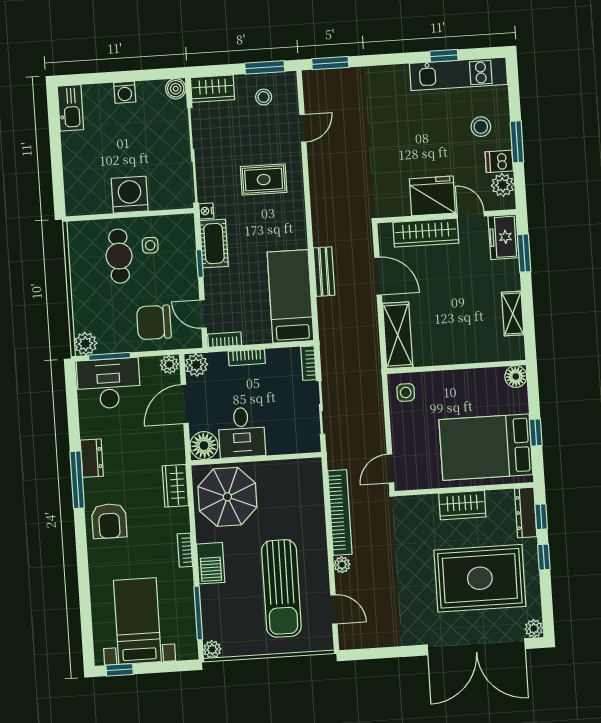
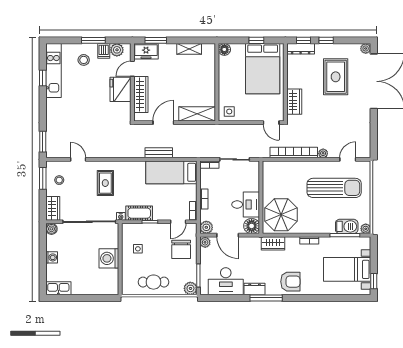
cafe table: (119, 256) -> (153, 282), moved
desk: (109, 384) -> (226, 281), moved, turned -90
wardrobe: (462, 505) -> (294, 102), moved
barbecue: (211, 563) -> (347, 226), moved
rug: (480, 578) -> (336, 77), width x0.73, depth x0.69

